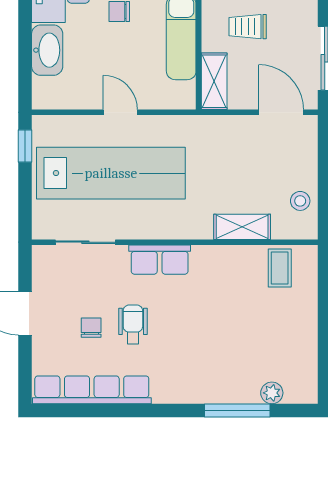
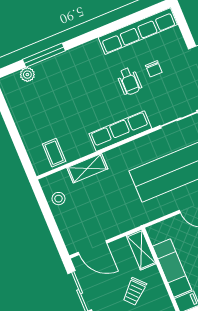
trolley: (248, 27) -> (134, 291), turned 137
row of seats: (160, 260) -> (120, 131), width x1.48

